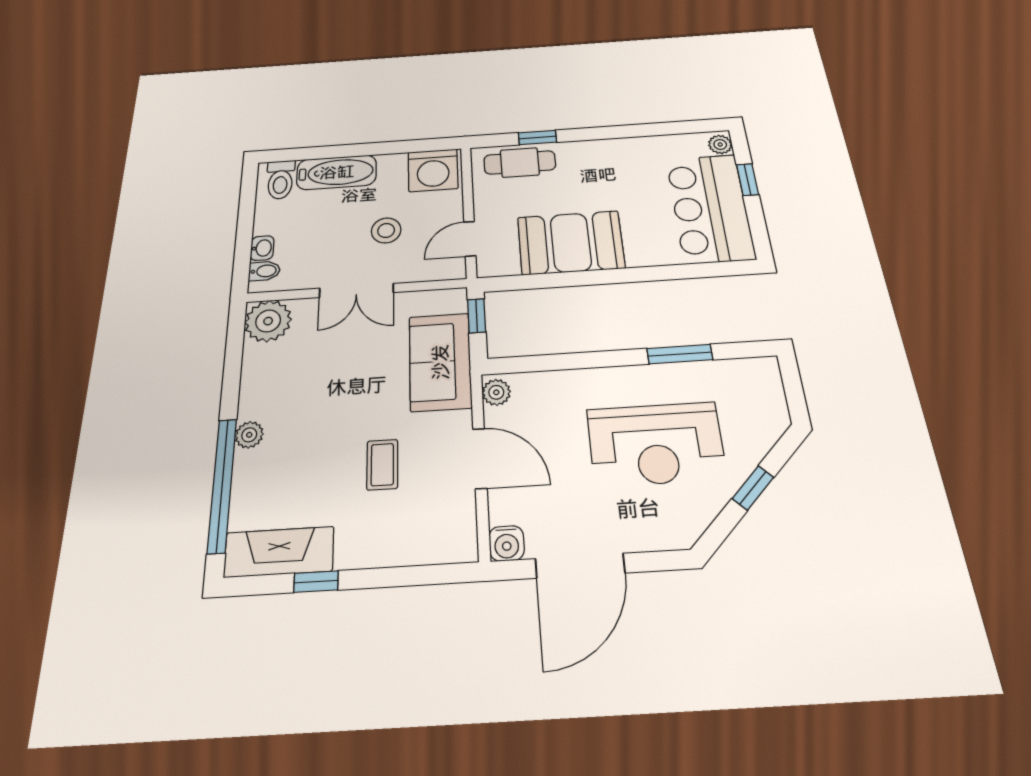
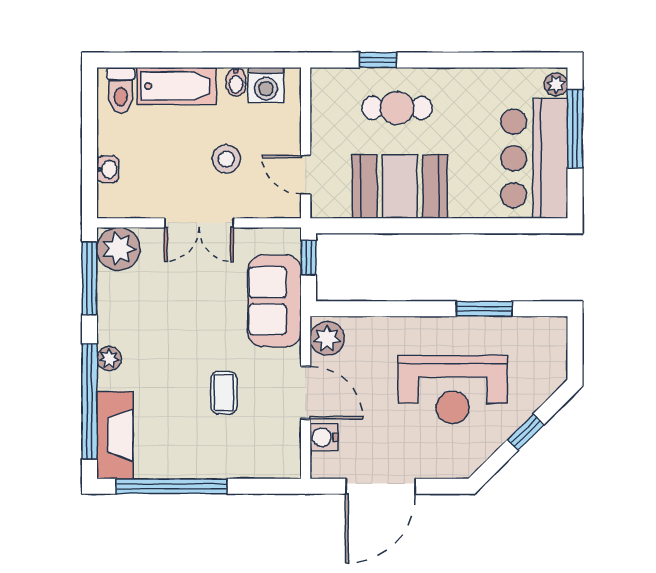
cafe table: (520, 162) -> (397, 108), moved
washing machine: (433, 170) -> (266, 85), width x0.73, depth x0.73
window: (748, 180) -> (575, 129), width x2.17
door: (470, 239) -> (306, 175), hinge flipped
bidet: (264, 271) -> (236, 82), moved, turned 90
window: (234, 352) -> (90, 278), added
plant: (496, 392) -> (327, 338), width x1.38, depth x1.38
water cooler: (507, 543) -> (324, 437), moved, turned 90
fireplace: (279, 552) -> (115, 435), moved, turned 90
window: (316, 582) -> (172, 486), width x3.17

